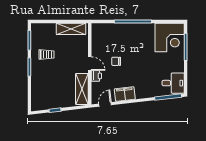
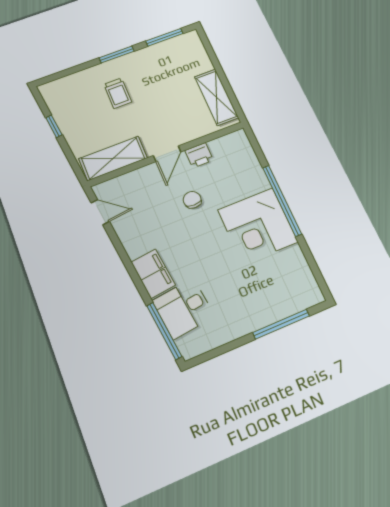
corner desk: (170, 37) -> (258, 226), moved
trolley: (46, 54) -> (118, 93), moved
printer: (96, 76) -> (199, 155), moved
desk: (173, 83) -> (183, 308), moved, turned 83
filing cabinet: (125, 94) -> (153, 274), moved

